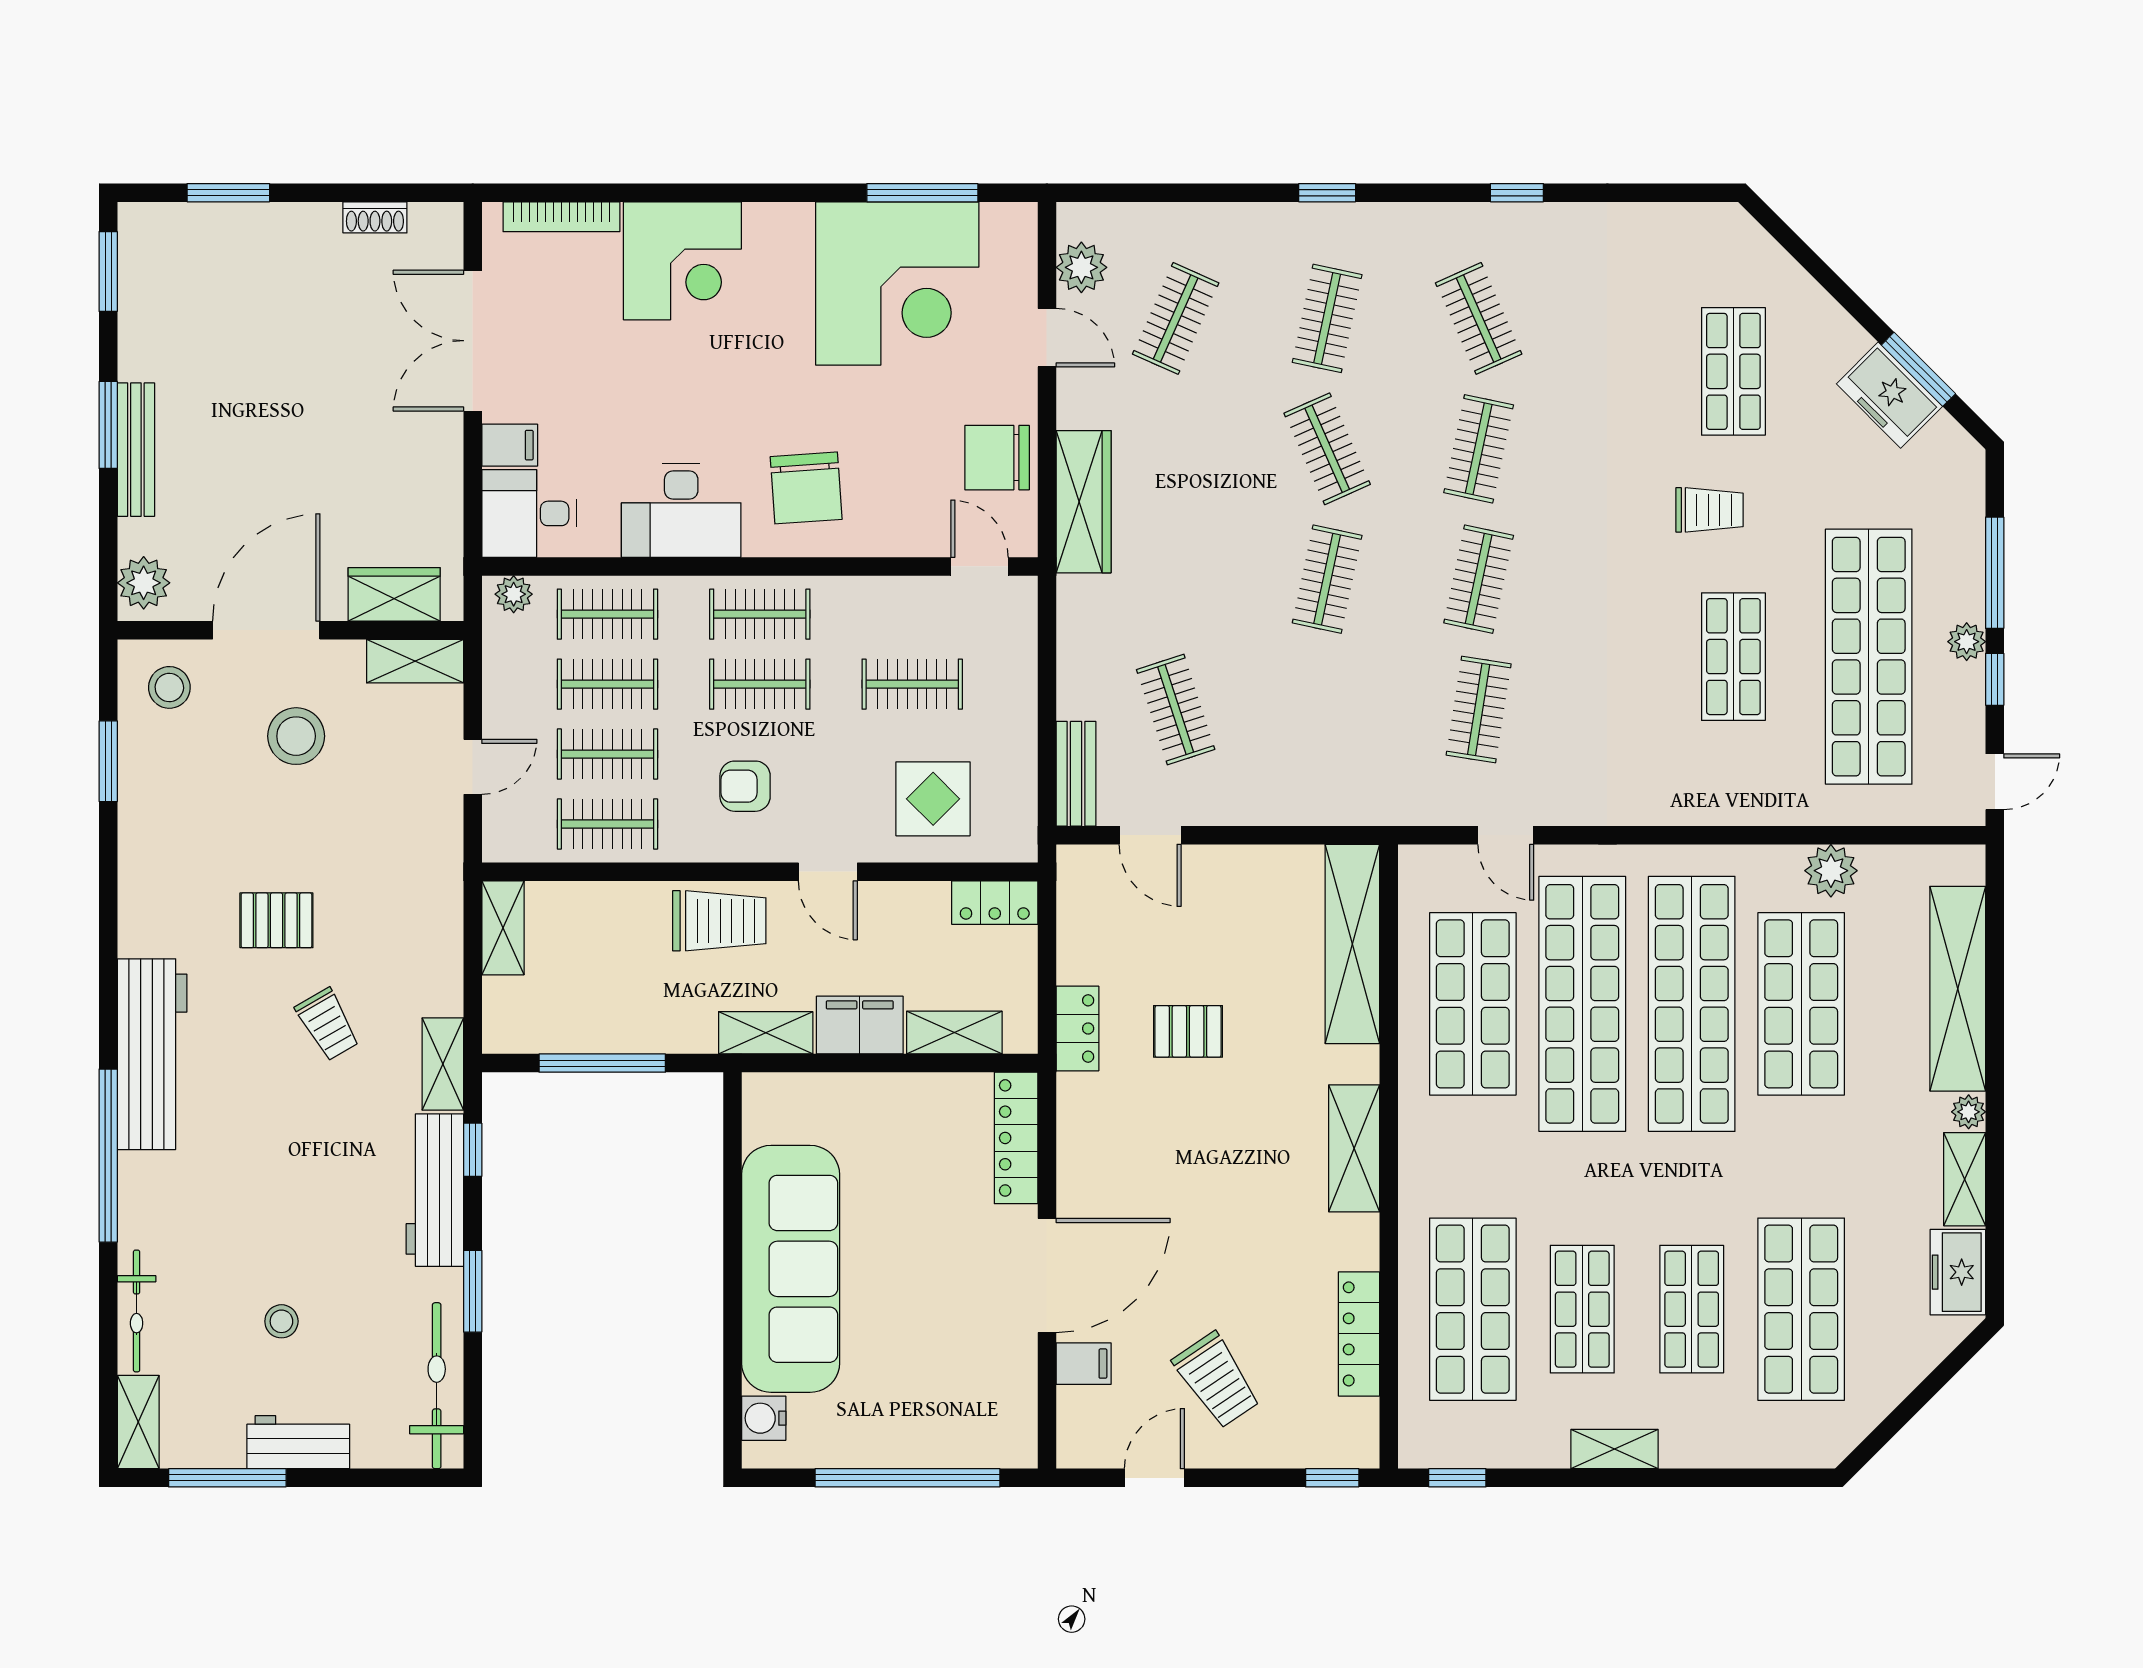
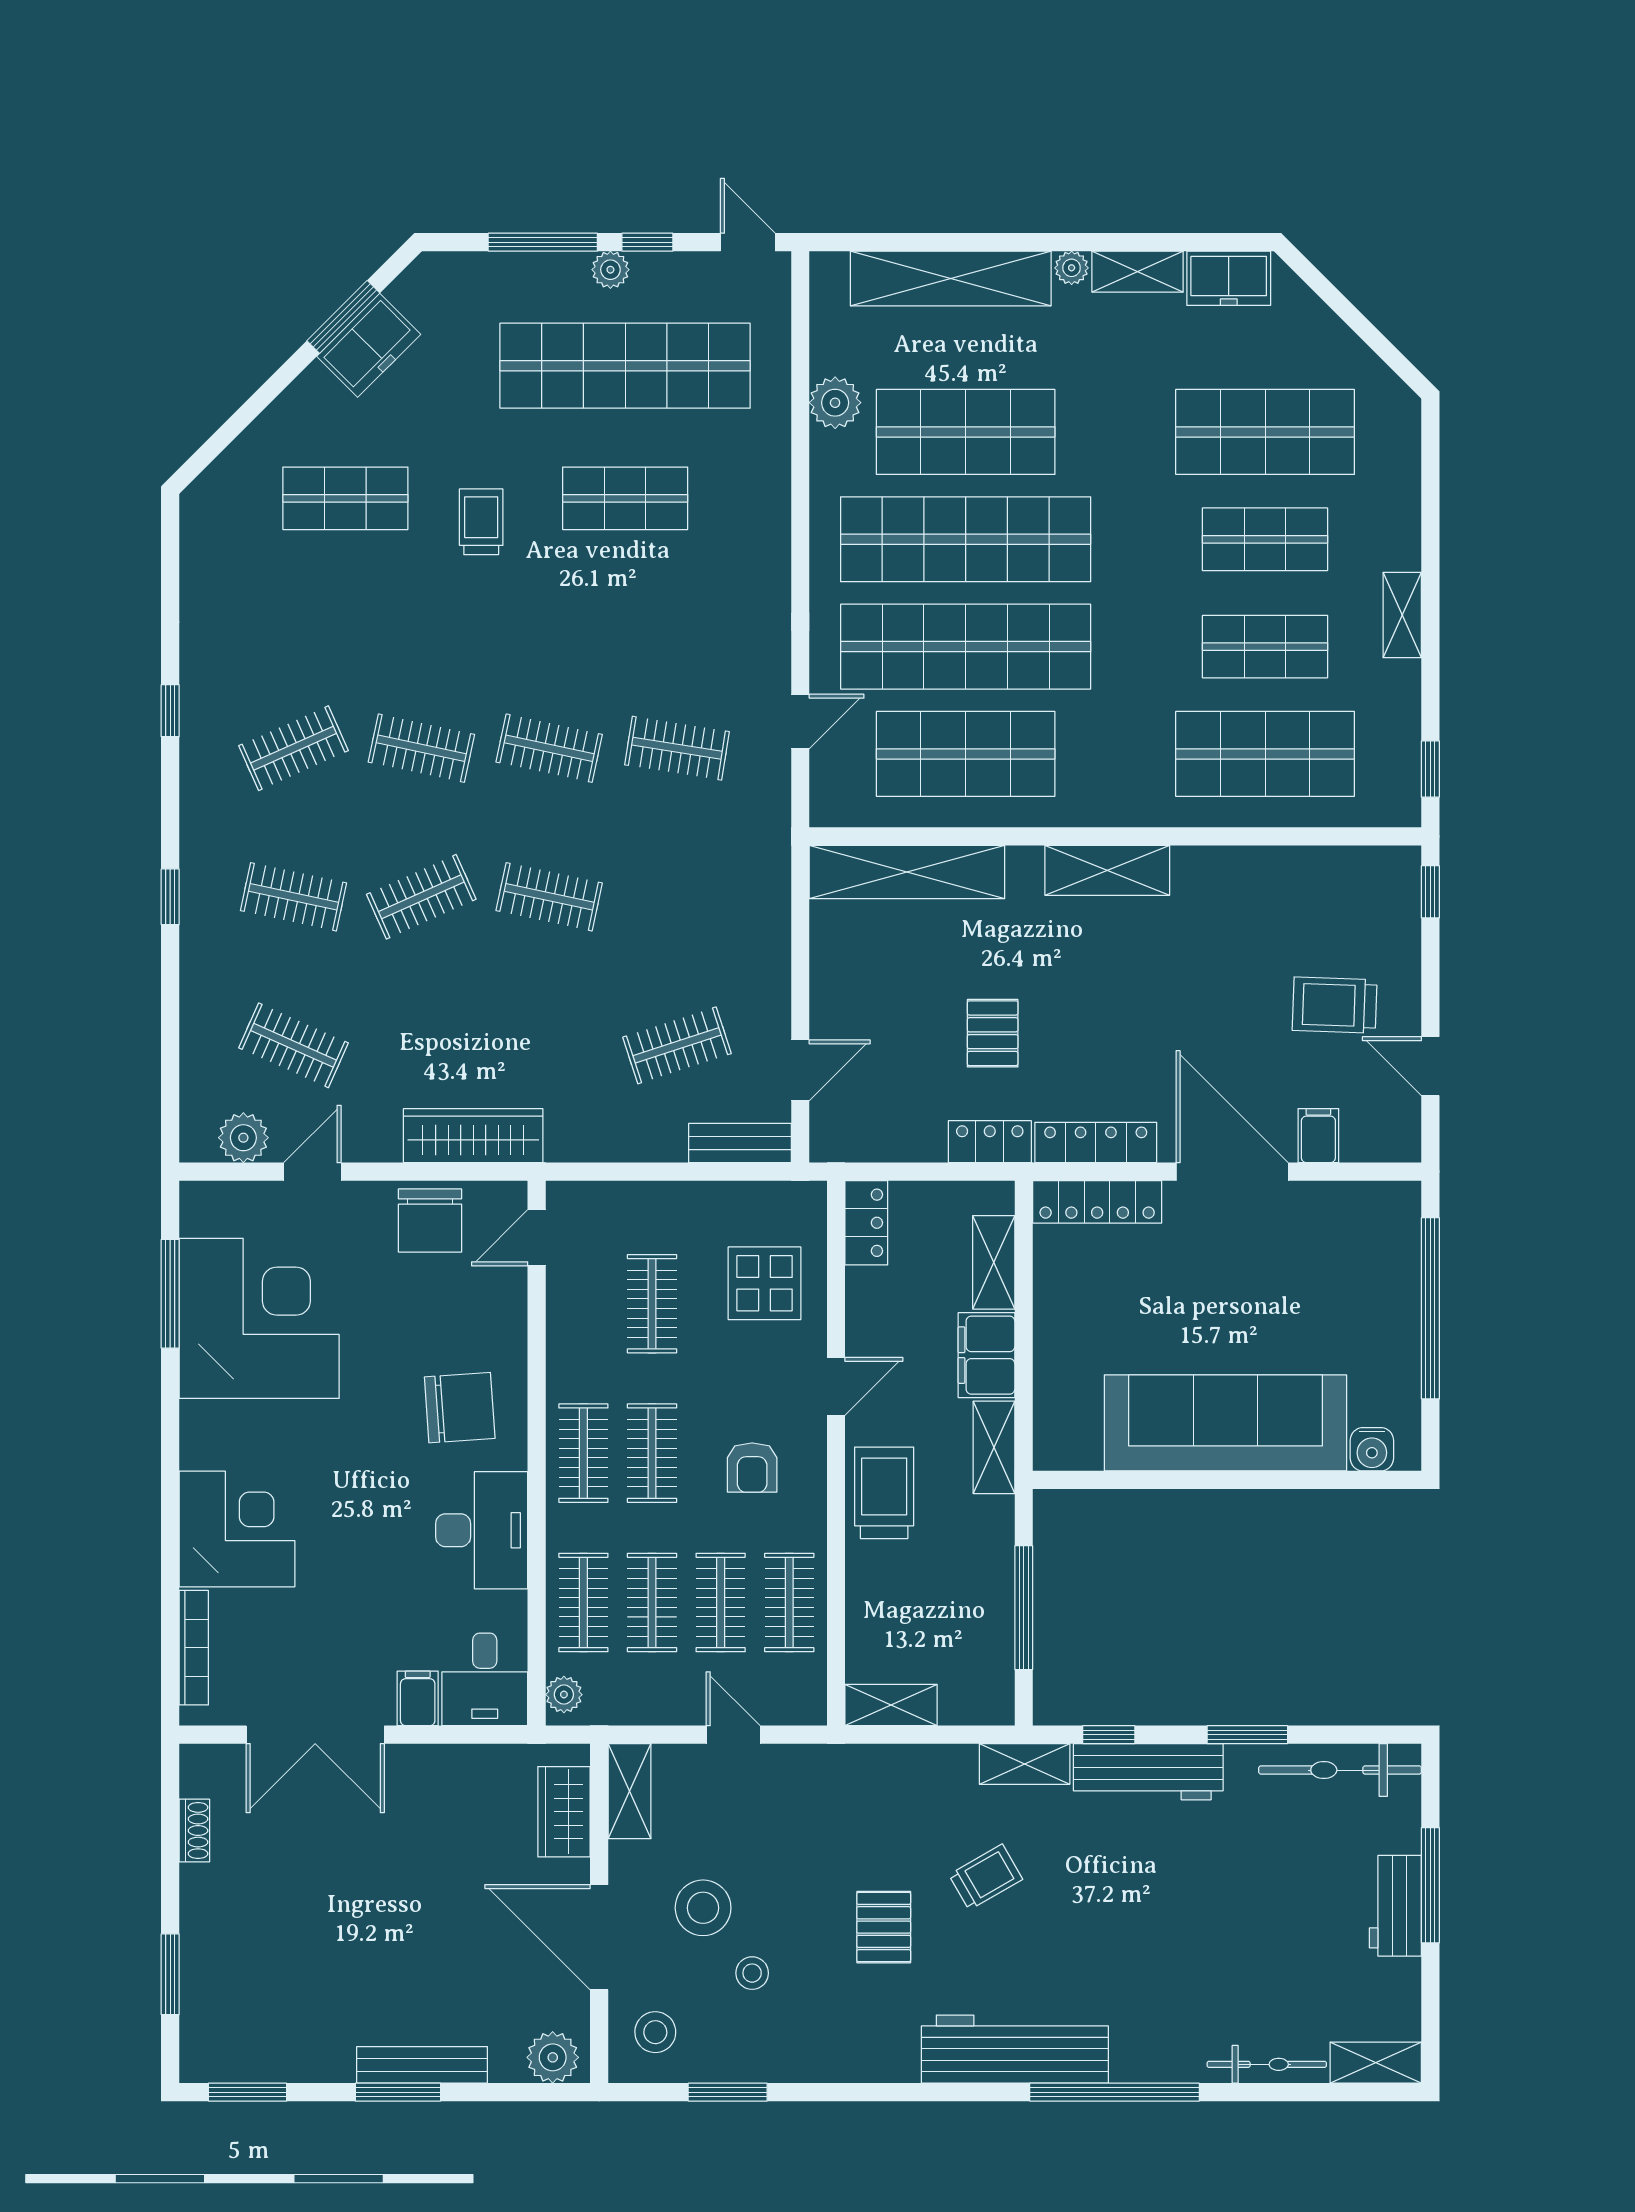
stool: (281, 1321) -> (752, 1973), moved
locker: (1359, 1334) -> (1096, 1142), moved, turned 180
trolley: (1217, 1380) -> (1335, 1005), turned -144
window: (227, 1478) -> (1430, 1885), moved

